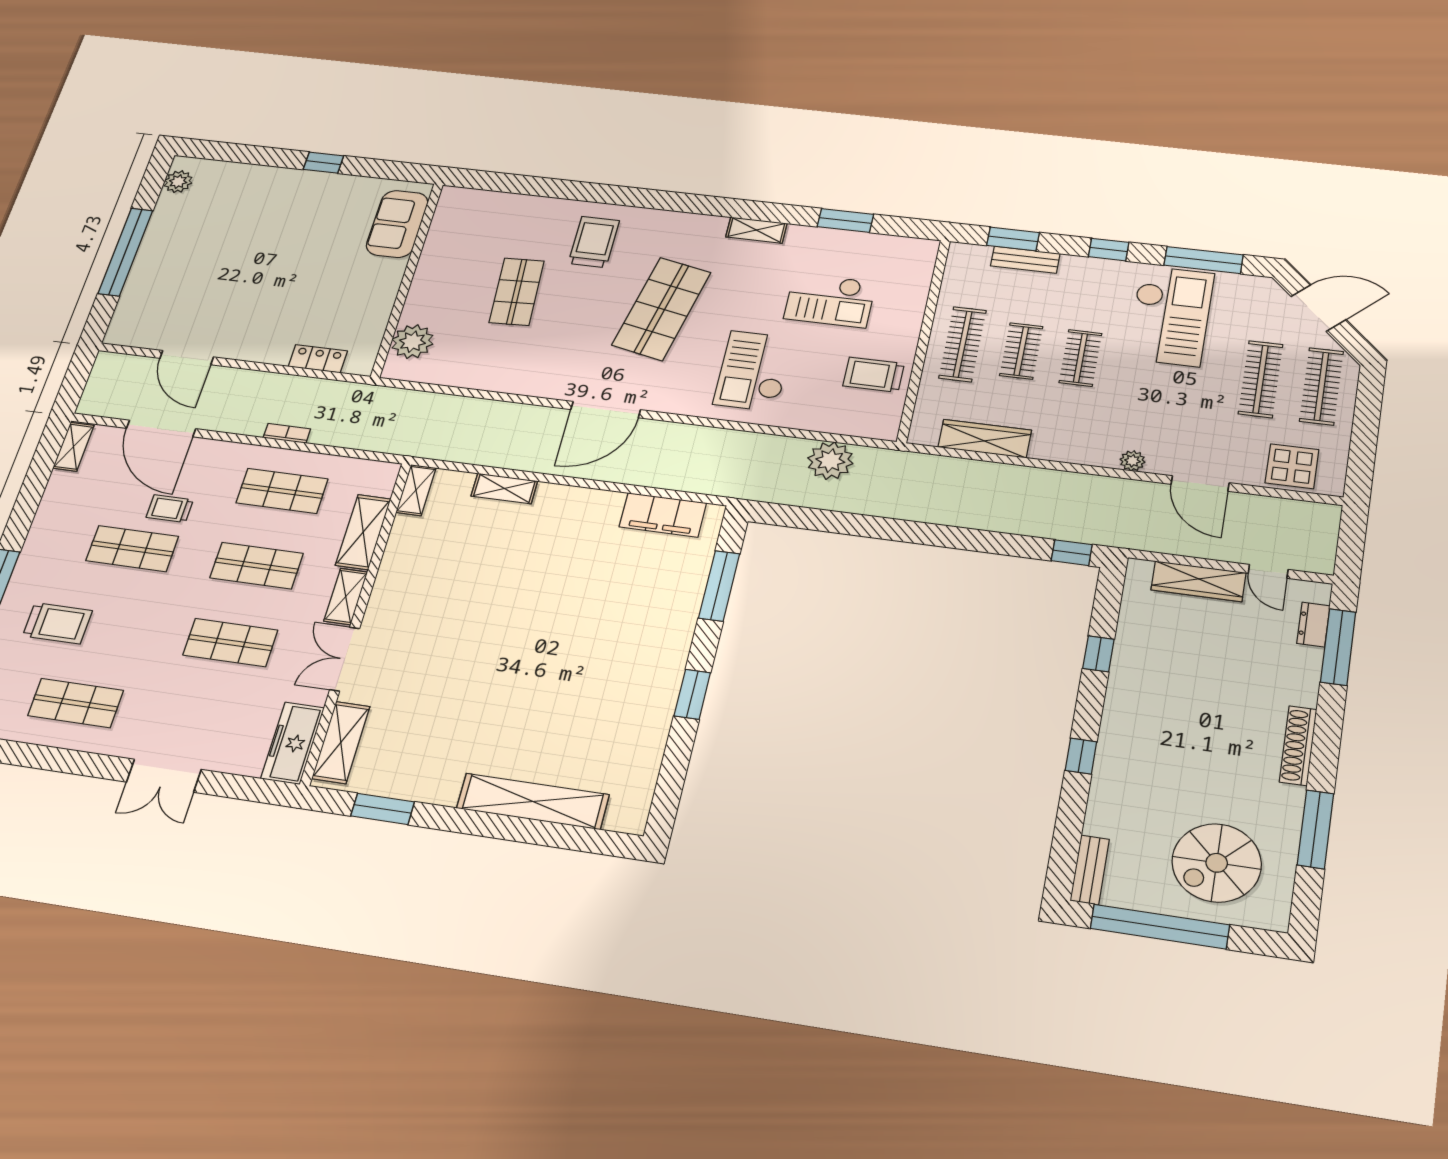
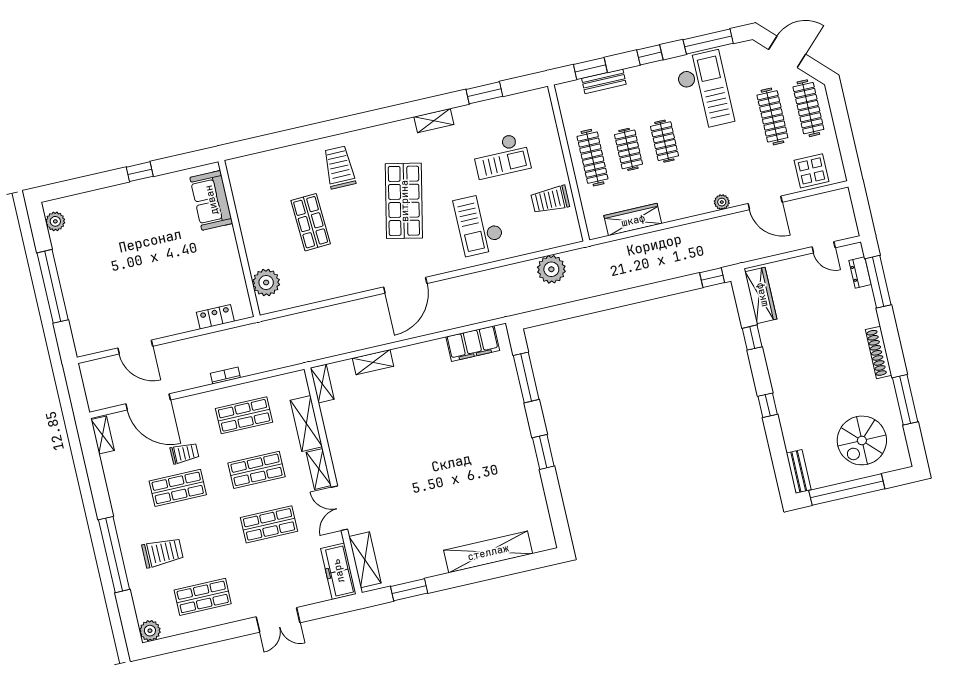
trolley: (170, 509) -> (185, 453), turned 180
wardrobe: (1198, 581) -> (761, 295), moved, turned -90

